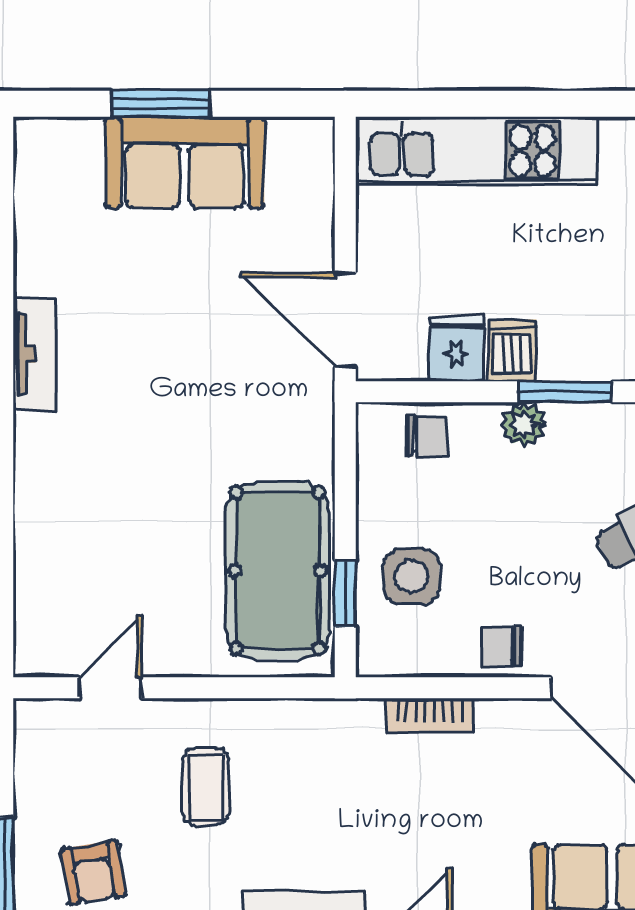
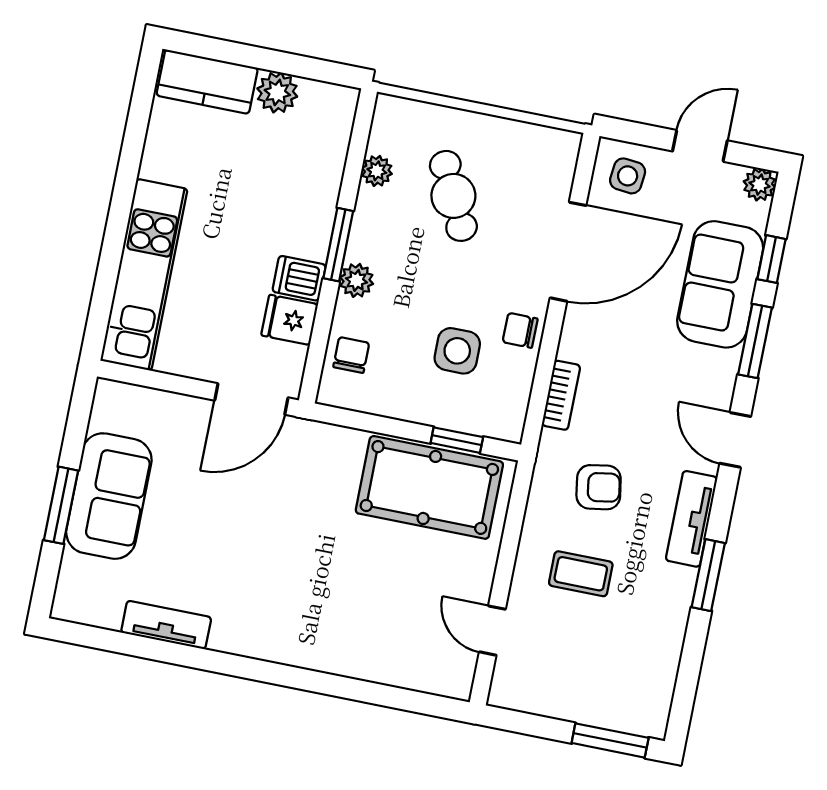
tv unit: (35, 354) -> (166, 625), moved
side table: (412, 576) -> (457, 351), moved
chair: (502, 646) -> (520, 330), turned 90
armchair: (93, 872) -> (599, 487), moved

